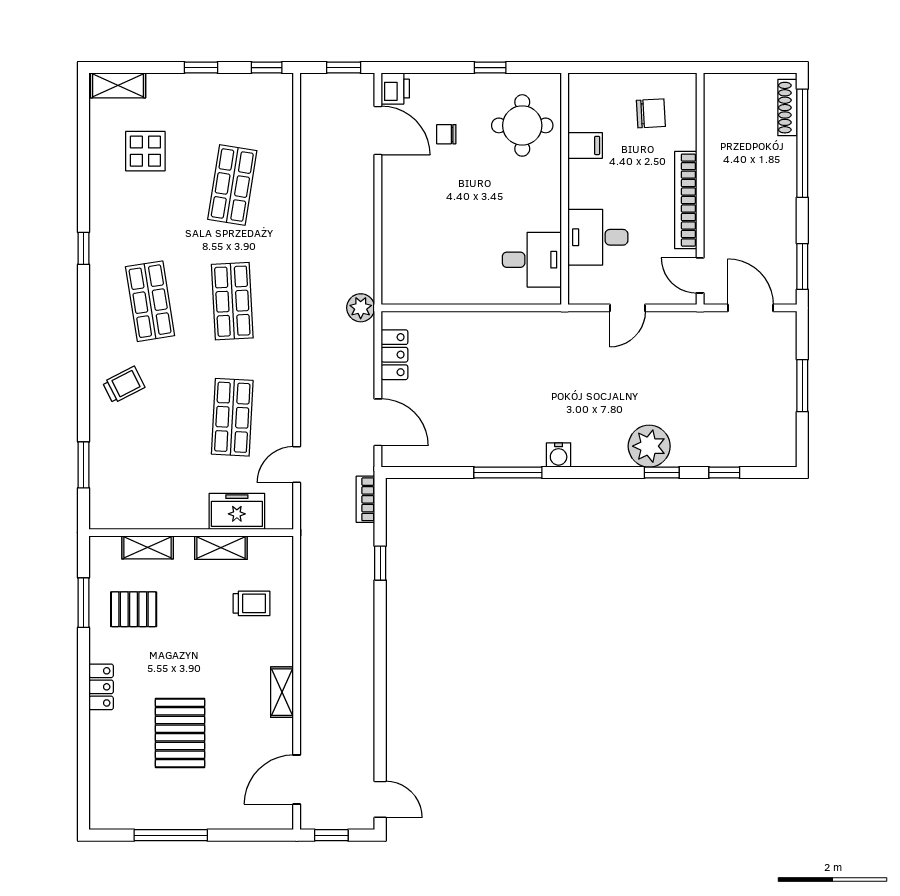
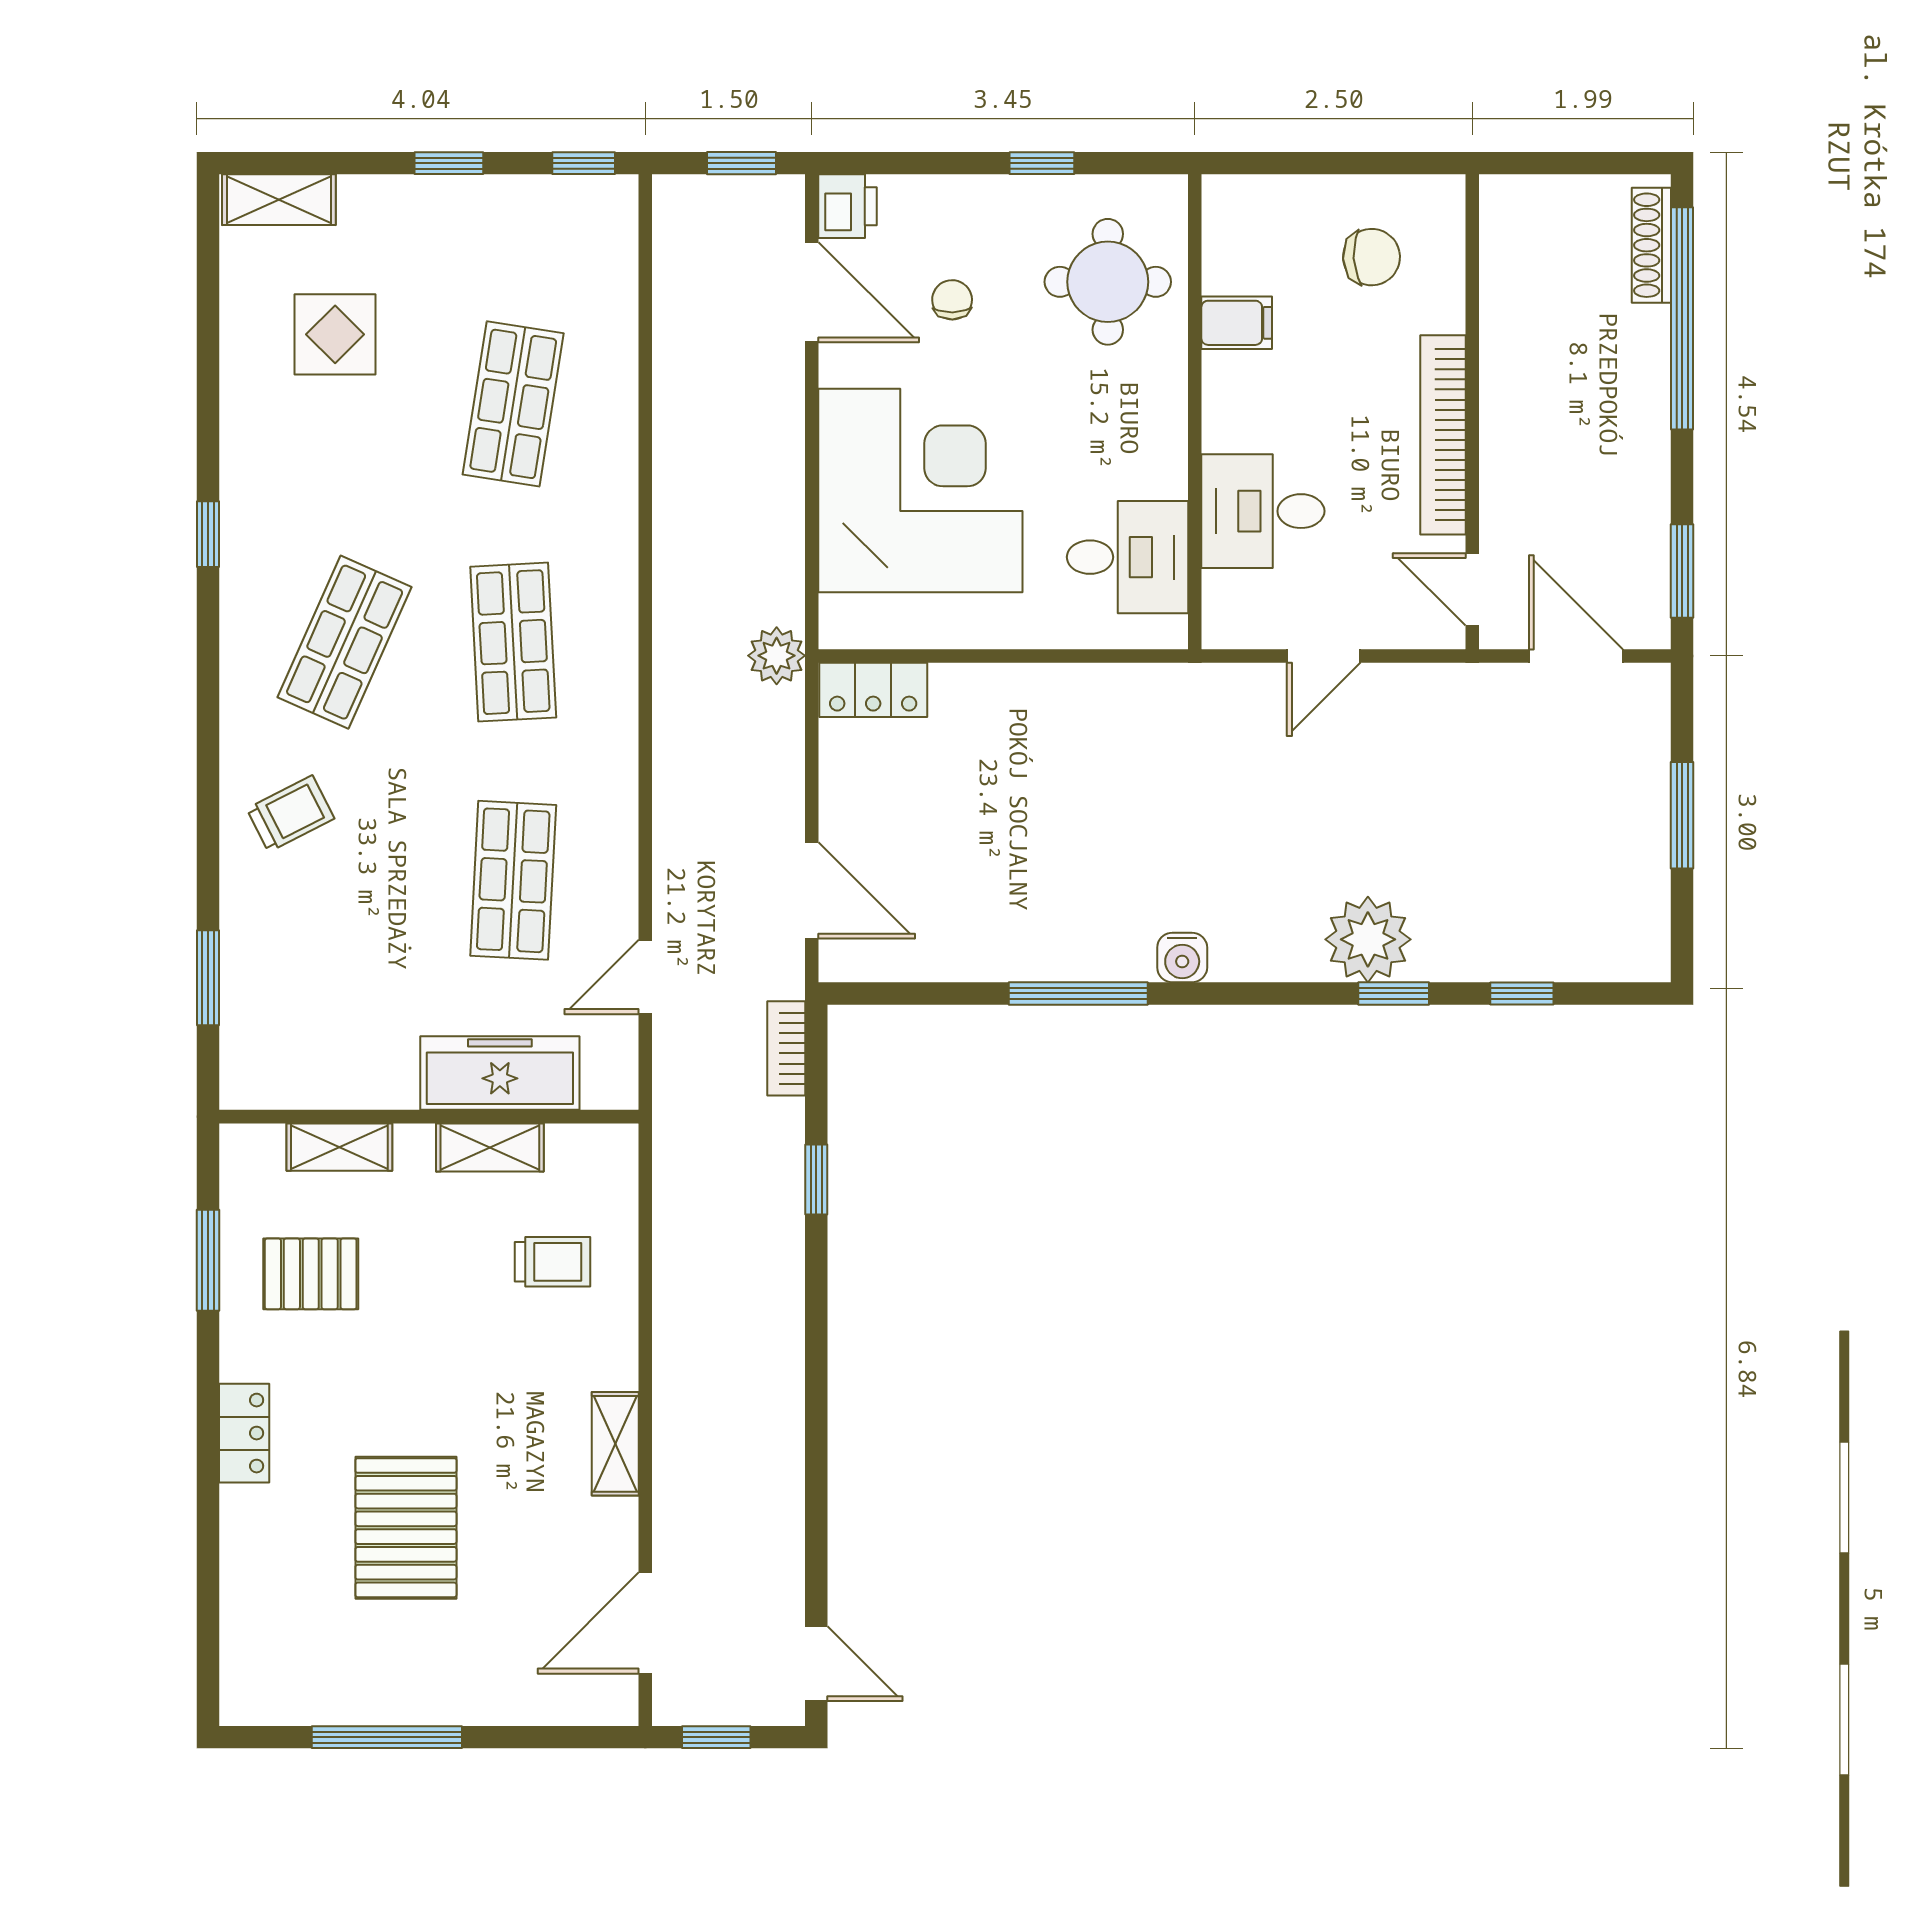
chair: (446, 134) -> (952, 300), turned 89
corner desk: (431, 227) -> (920, 490), added
shop shelf: (150, 301) -> (345, 642), turned 33
locker: (394, 355) -> (873, 690), moved, turned 90
freezer: (237, 511) -> (500, 1073), width x1.40

